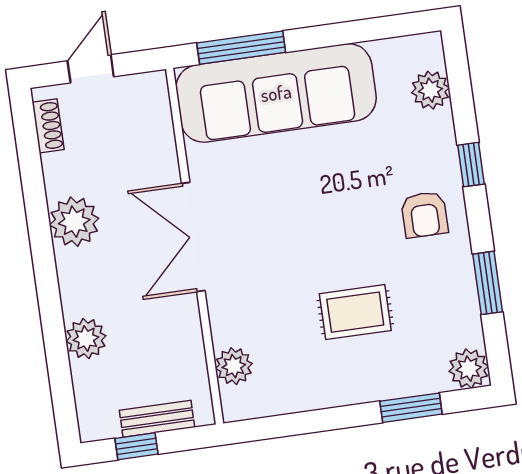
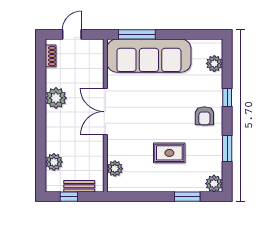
plant: (86, 339) -> (54, 162), moved

